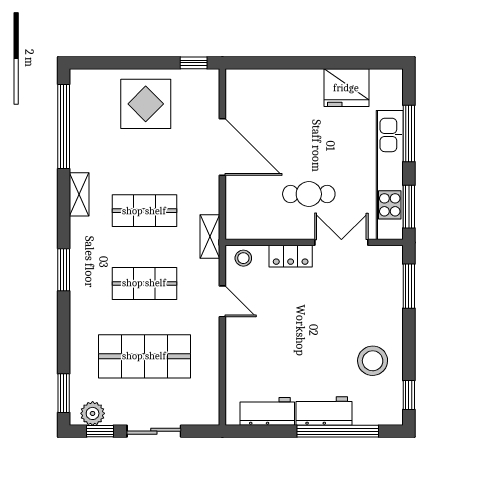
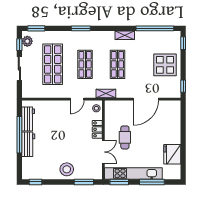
window: (97, 63) -> (183, 43), added
window: (64, 270) -> (81, 28), moved
stool: (373, 361) -> (67, 169), moved
window: (338, 431) -> (19, 135), moved

